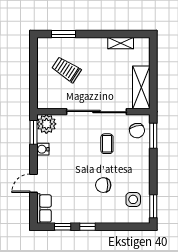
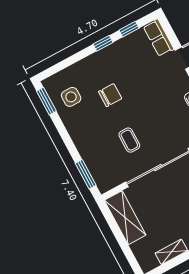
chair: (137, 131) -> (106, 170), removed

